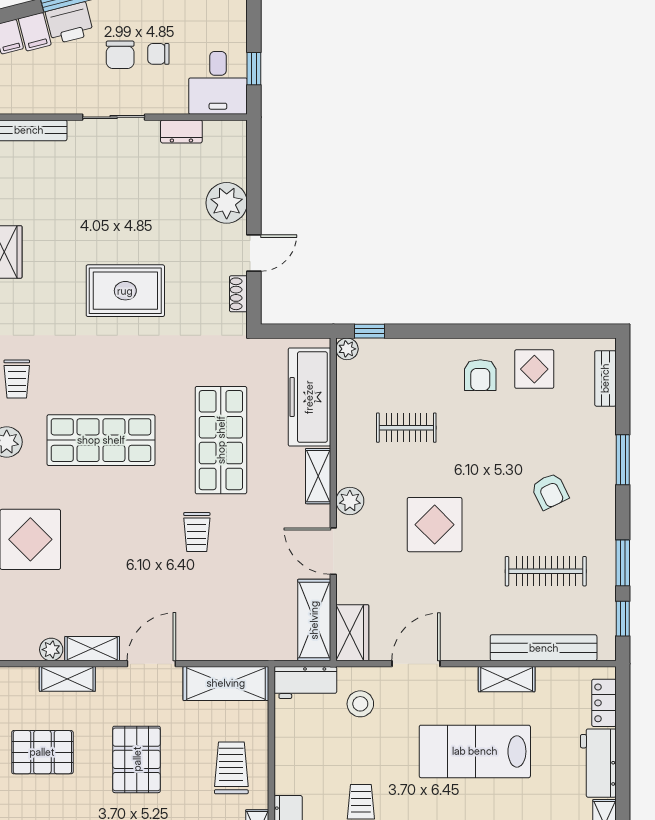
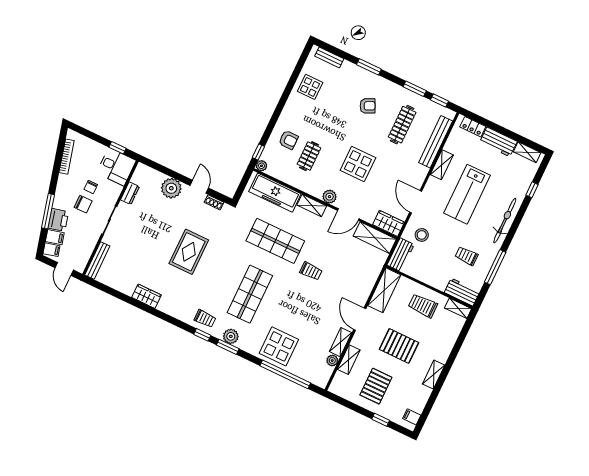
armchair: (480, 375) -> (288, 140), moved

